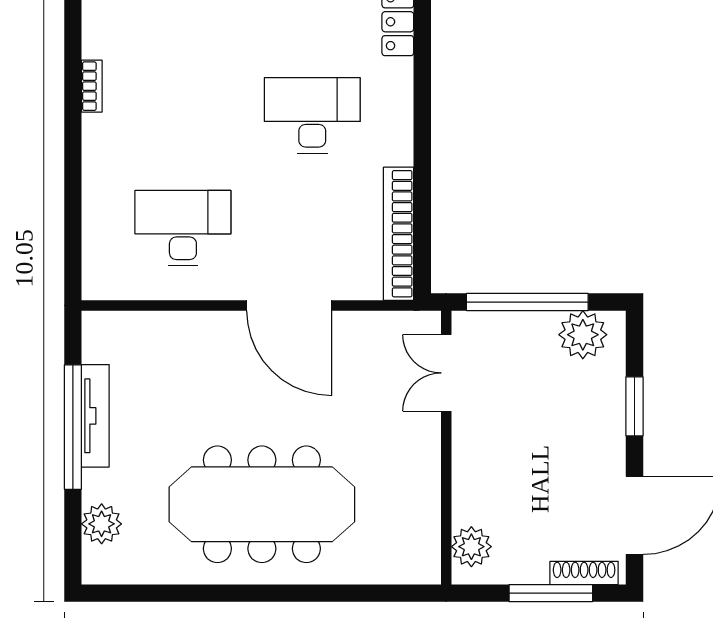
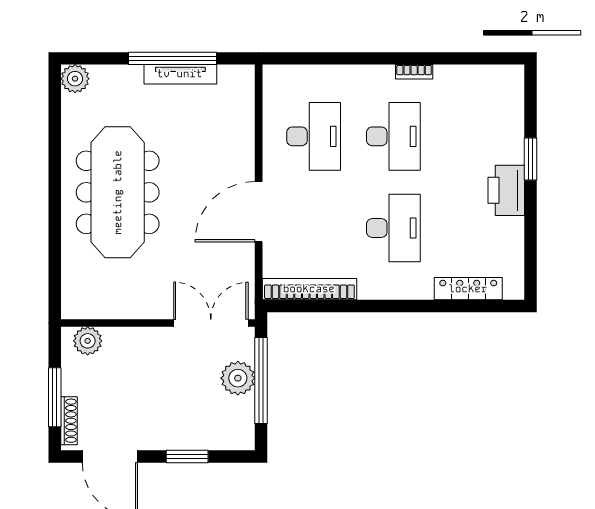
desk: (183, 115) -> (393, 136), added
plant: (583, 335) -> (238, 378), moved
double door: (446, 373) -> (211, 323), width x1.37
plant: (102, 524) -> (75, 79), moved

